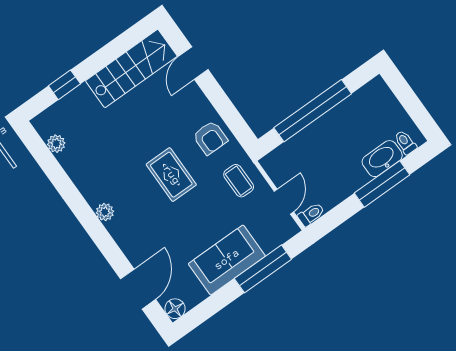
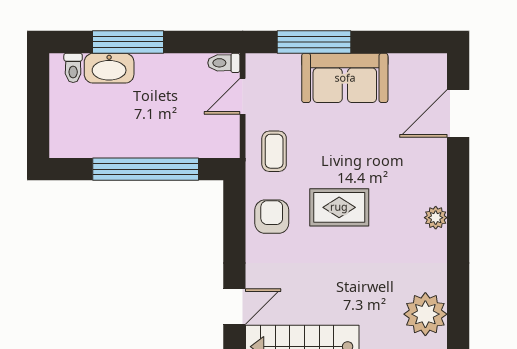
plant: (56, 144) -> (425, 314), width x1.88, depth x1.88
rug: (171, 175) -> (339, 207), turned 90
floor lamp: (175, 309) -> (434, 66), removed

